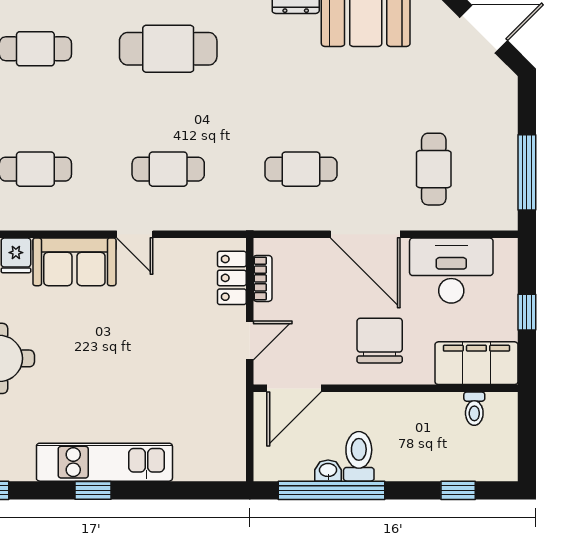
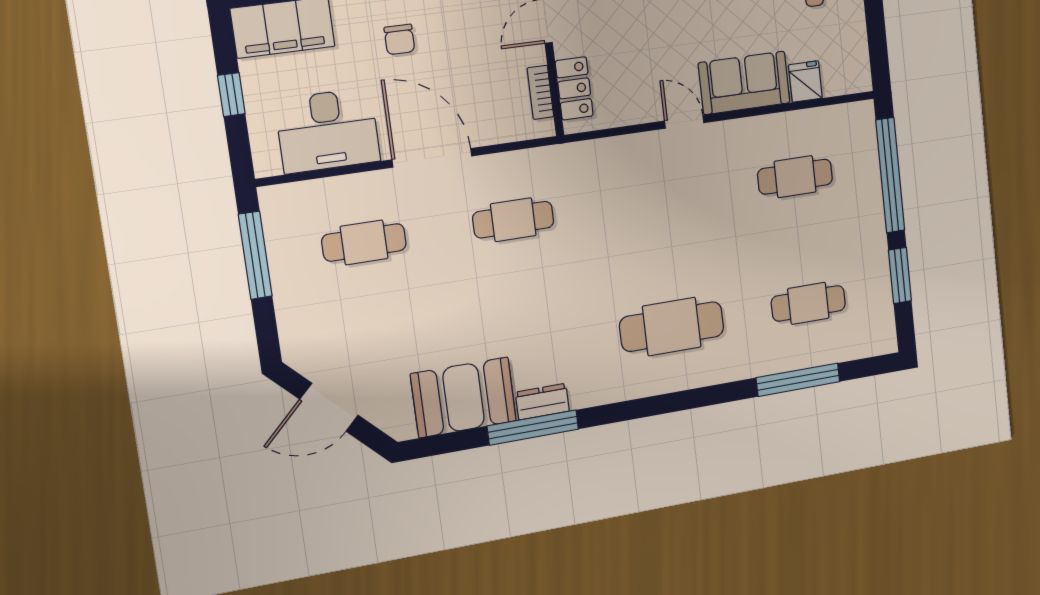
cafe table: (168, 169) -> (657, 198), removed
cafe table: (434, 169) -> (364, 242), turned 90
chair: (380, 341) -> (399, 39), width x0.54, depth x0.54

